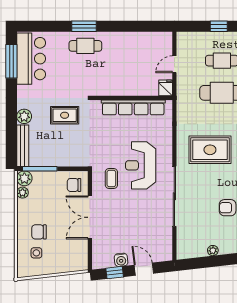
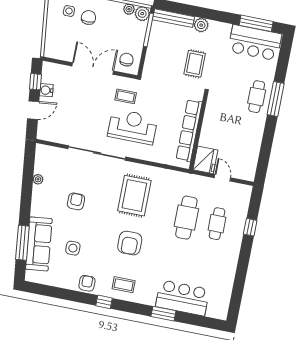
window: (84, 26) -> (276, 99), width x1.44
fridge: (166, 88) -> (205, 160), width x1.88, depth x1.34

